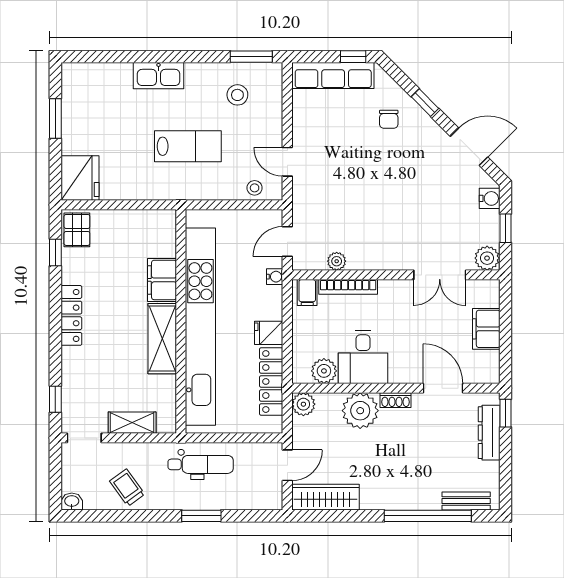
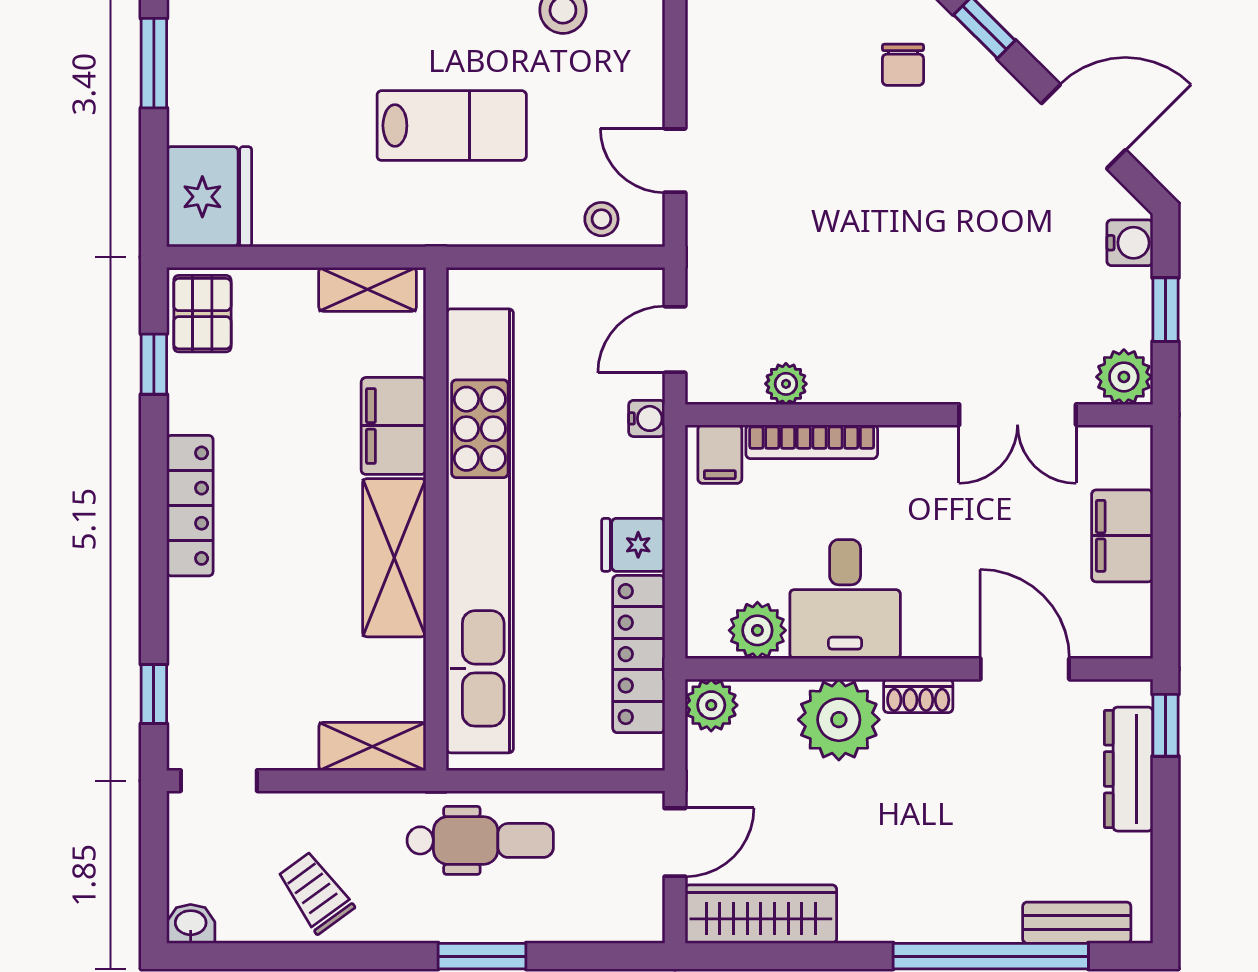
shelving: (150, 219) -> (368, 289), added
shelving: (132, 423) -> (372, 746), moved

